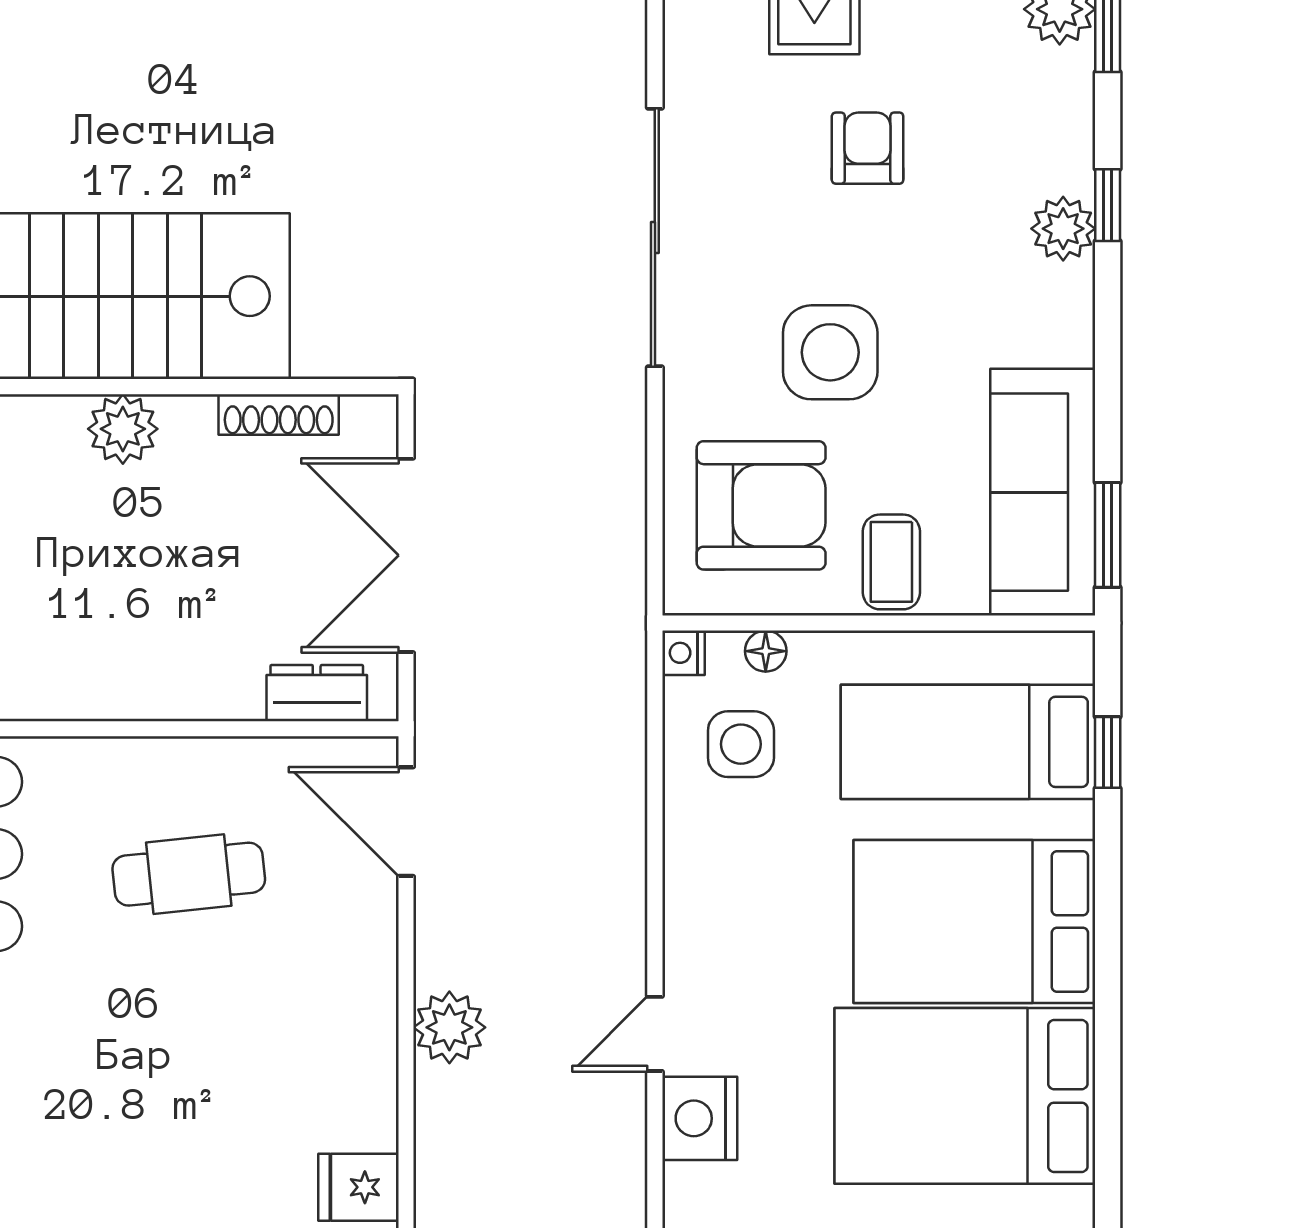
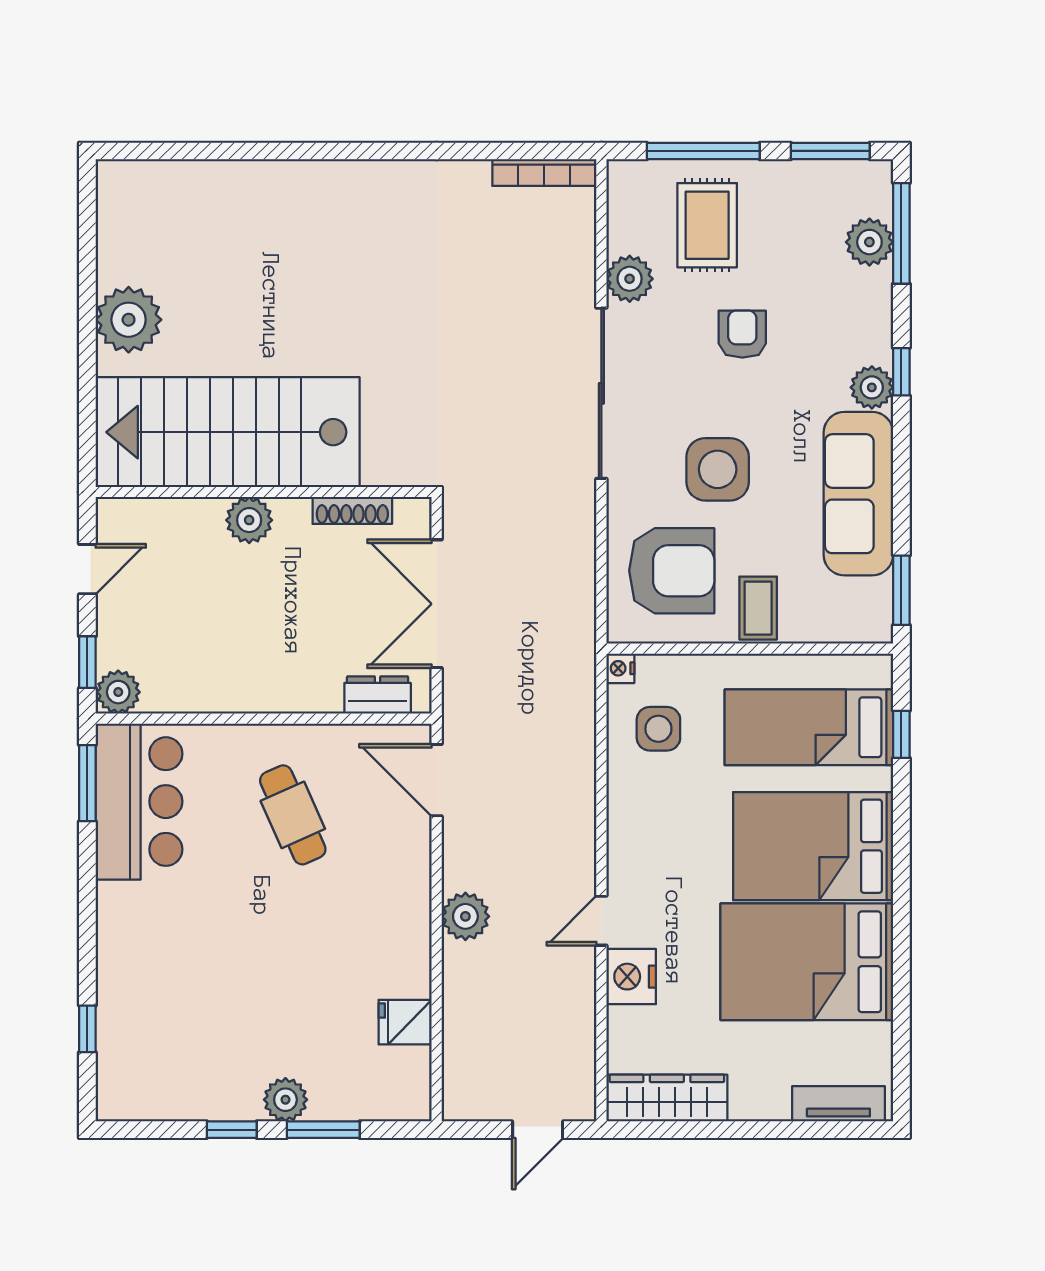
plant: (697, 65) -> (630, 279), added
sofa: (1043, 492) -> (858, 494), moved
floor lamp: (766, 651) -> (675, 667), removed
cafe table: (189, 874) -> (293, 815), turned 72

